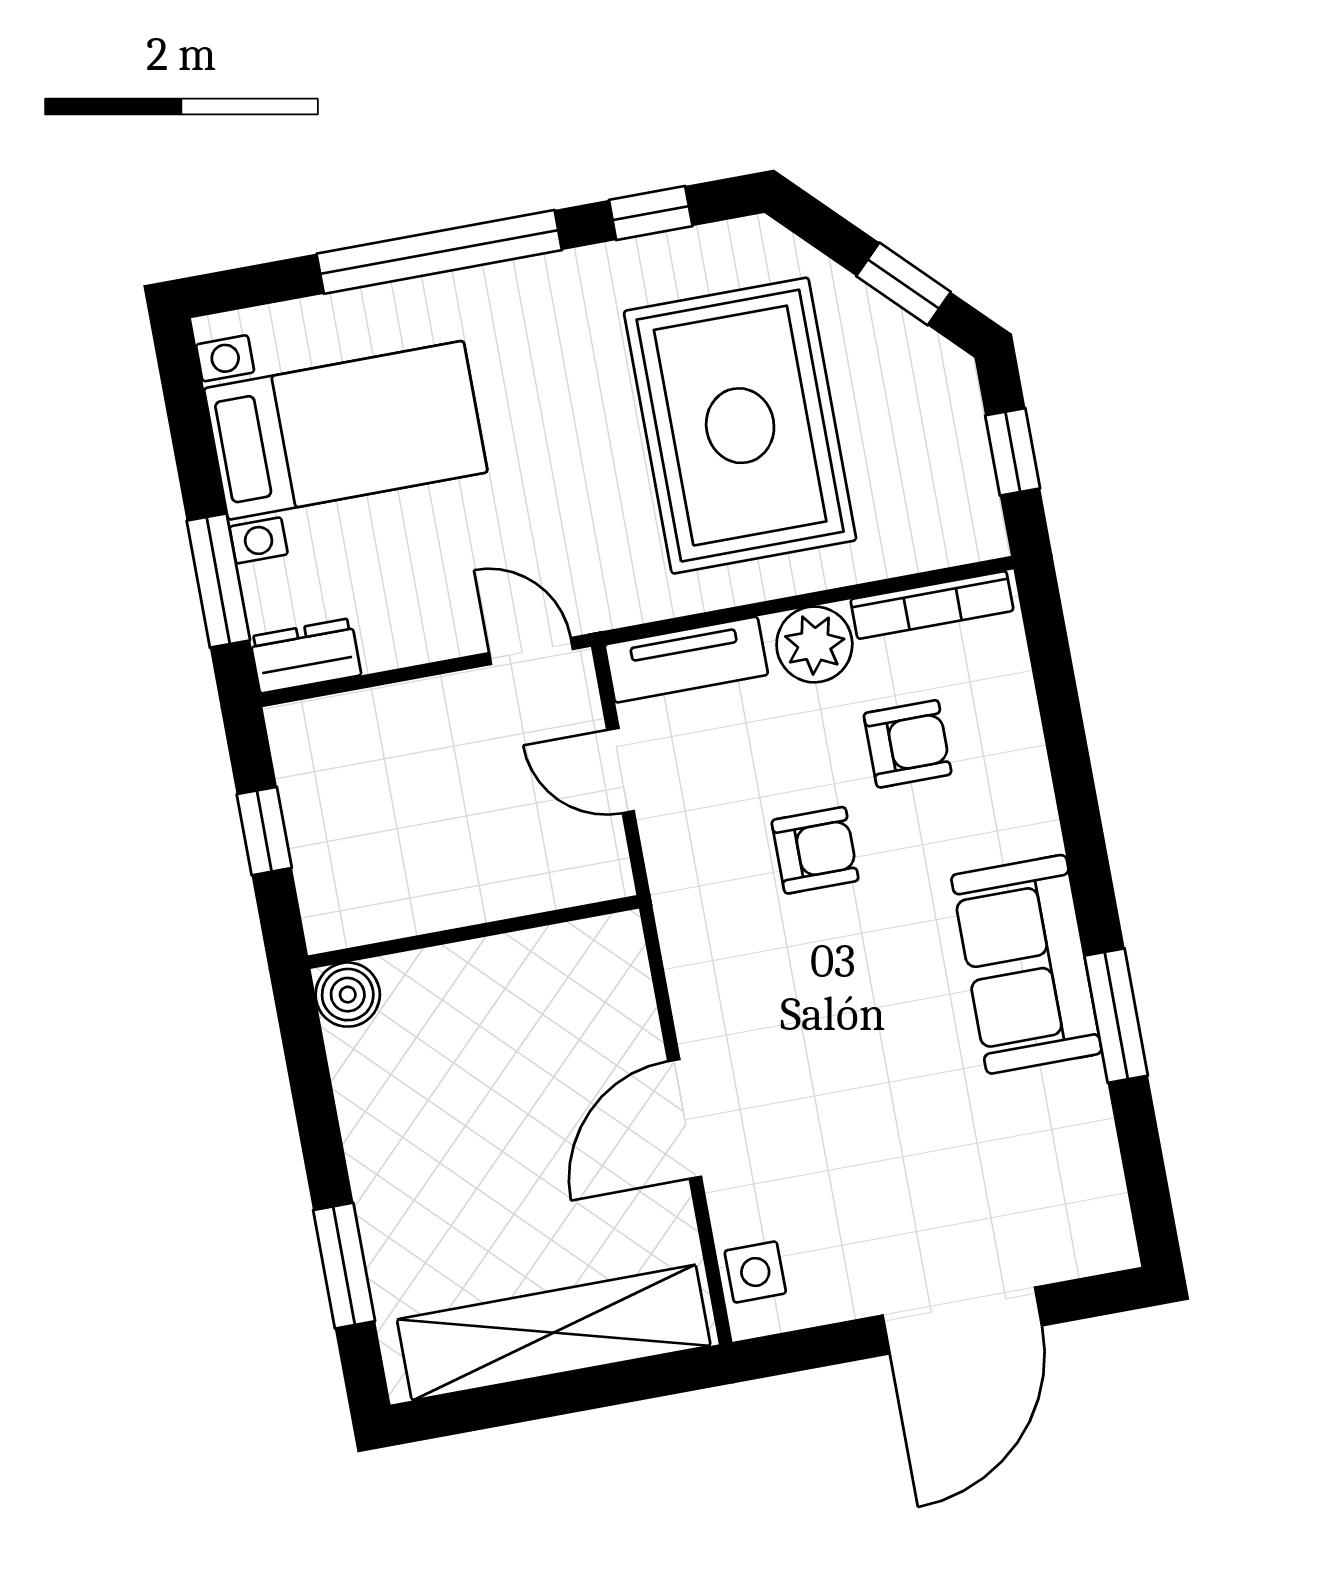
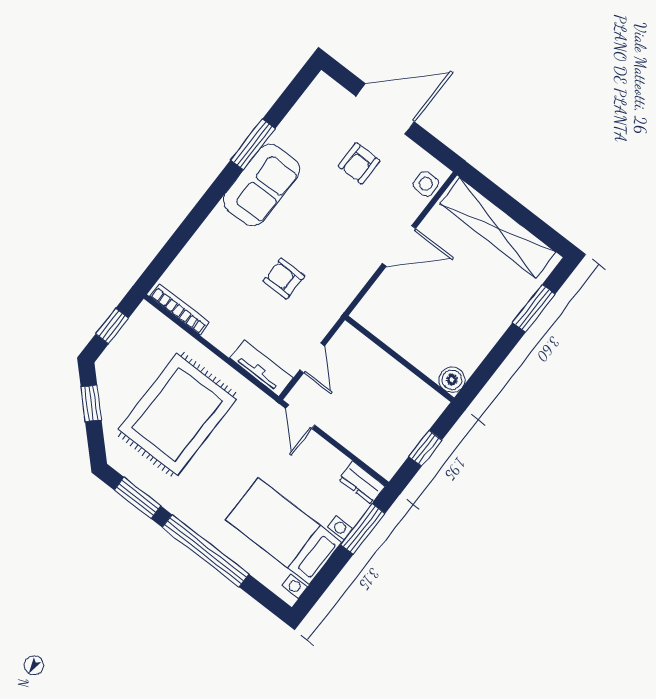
window: (651, 213) -> (137, 498), width x1.50
plant: (814, 644) -> (223, 334), removed
armchair: (908, 744) -> (359, 163), moved, turned -90

